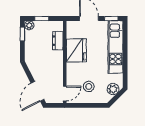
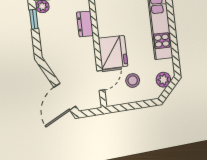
fridge: (76, 50) -> (113, 52), moved
door: (65, 94) -> (101, 80), moved

